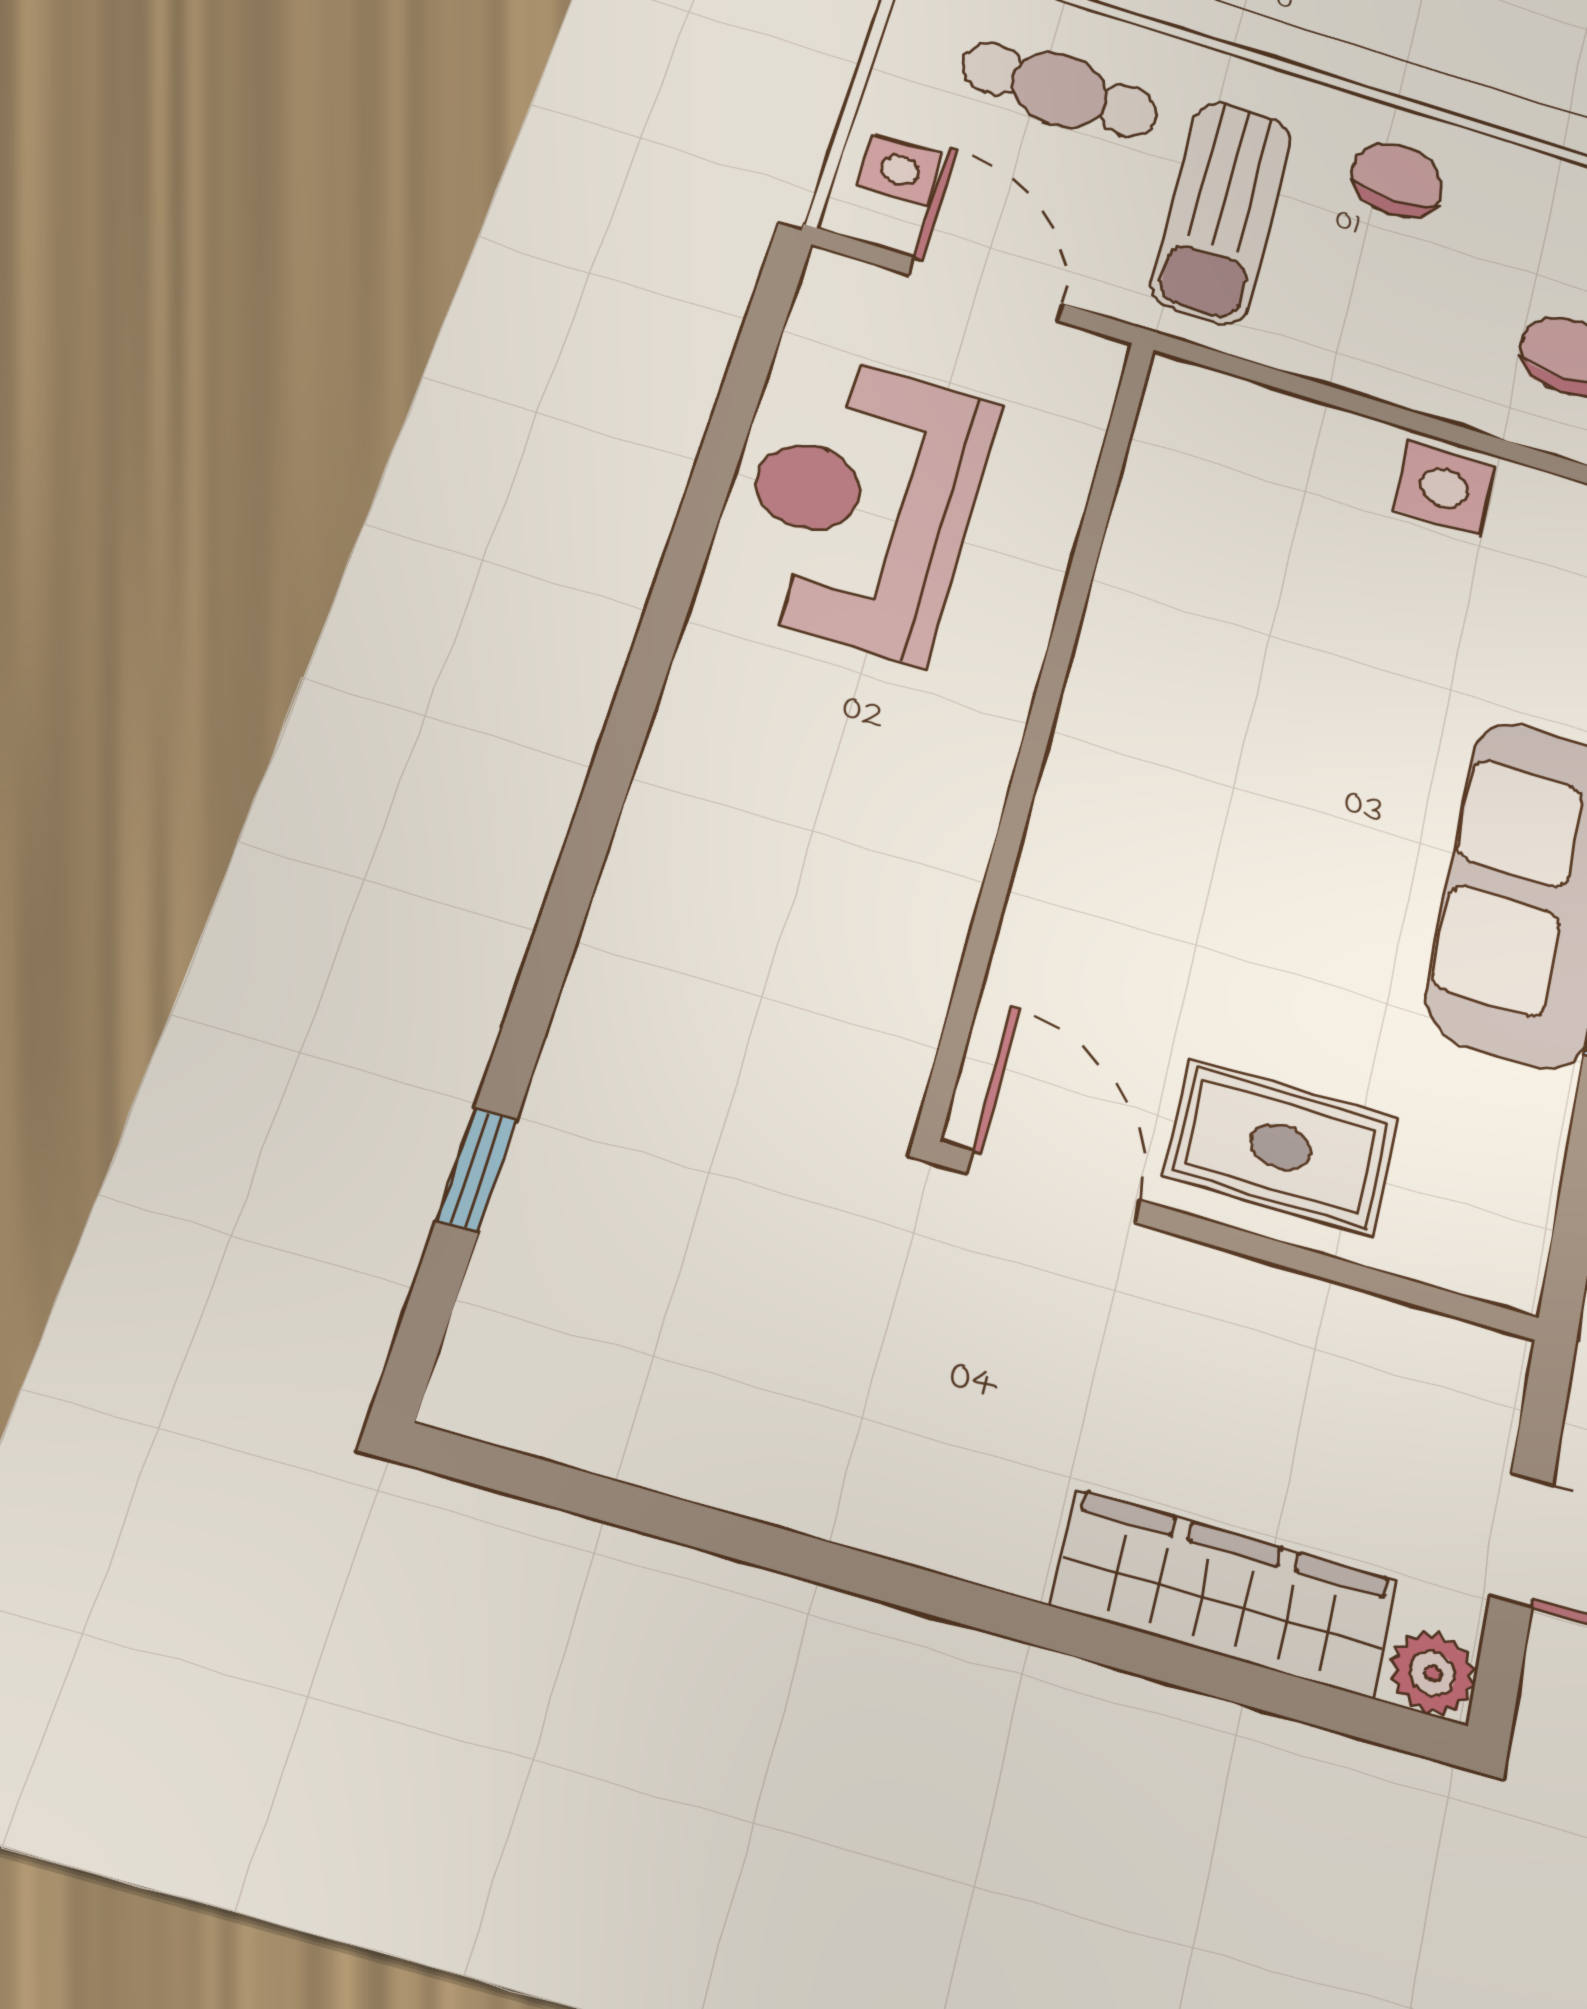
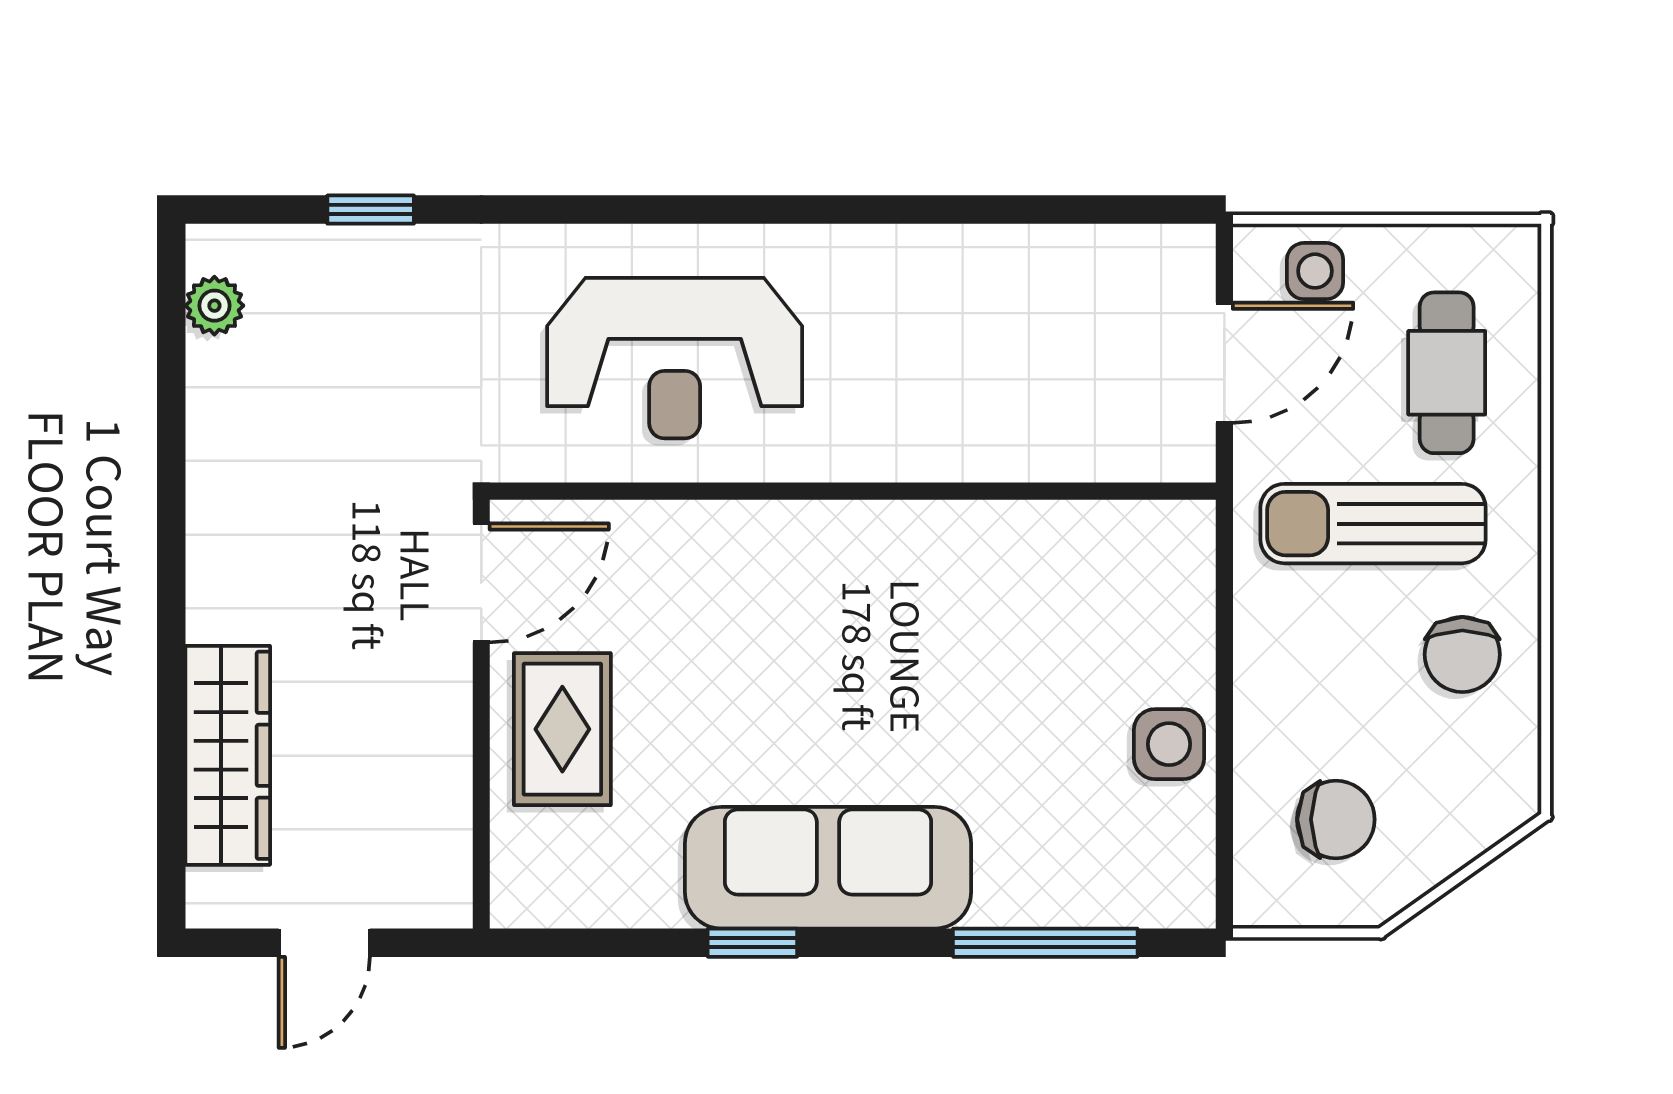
chair: (1397, 180) -> (1462, 654), turned 90
reception desk: (862, 503) -> (675, 358), moved, turned 180
plant: (1433, 1673) -> (214, 306), moved

